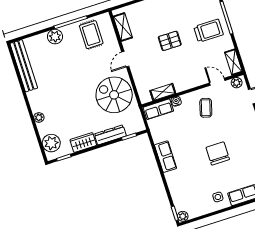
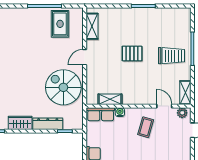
plant: (55, 37) -> (25, 15), removed

